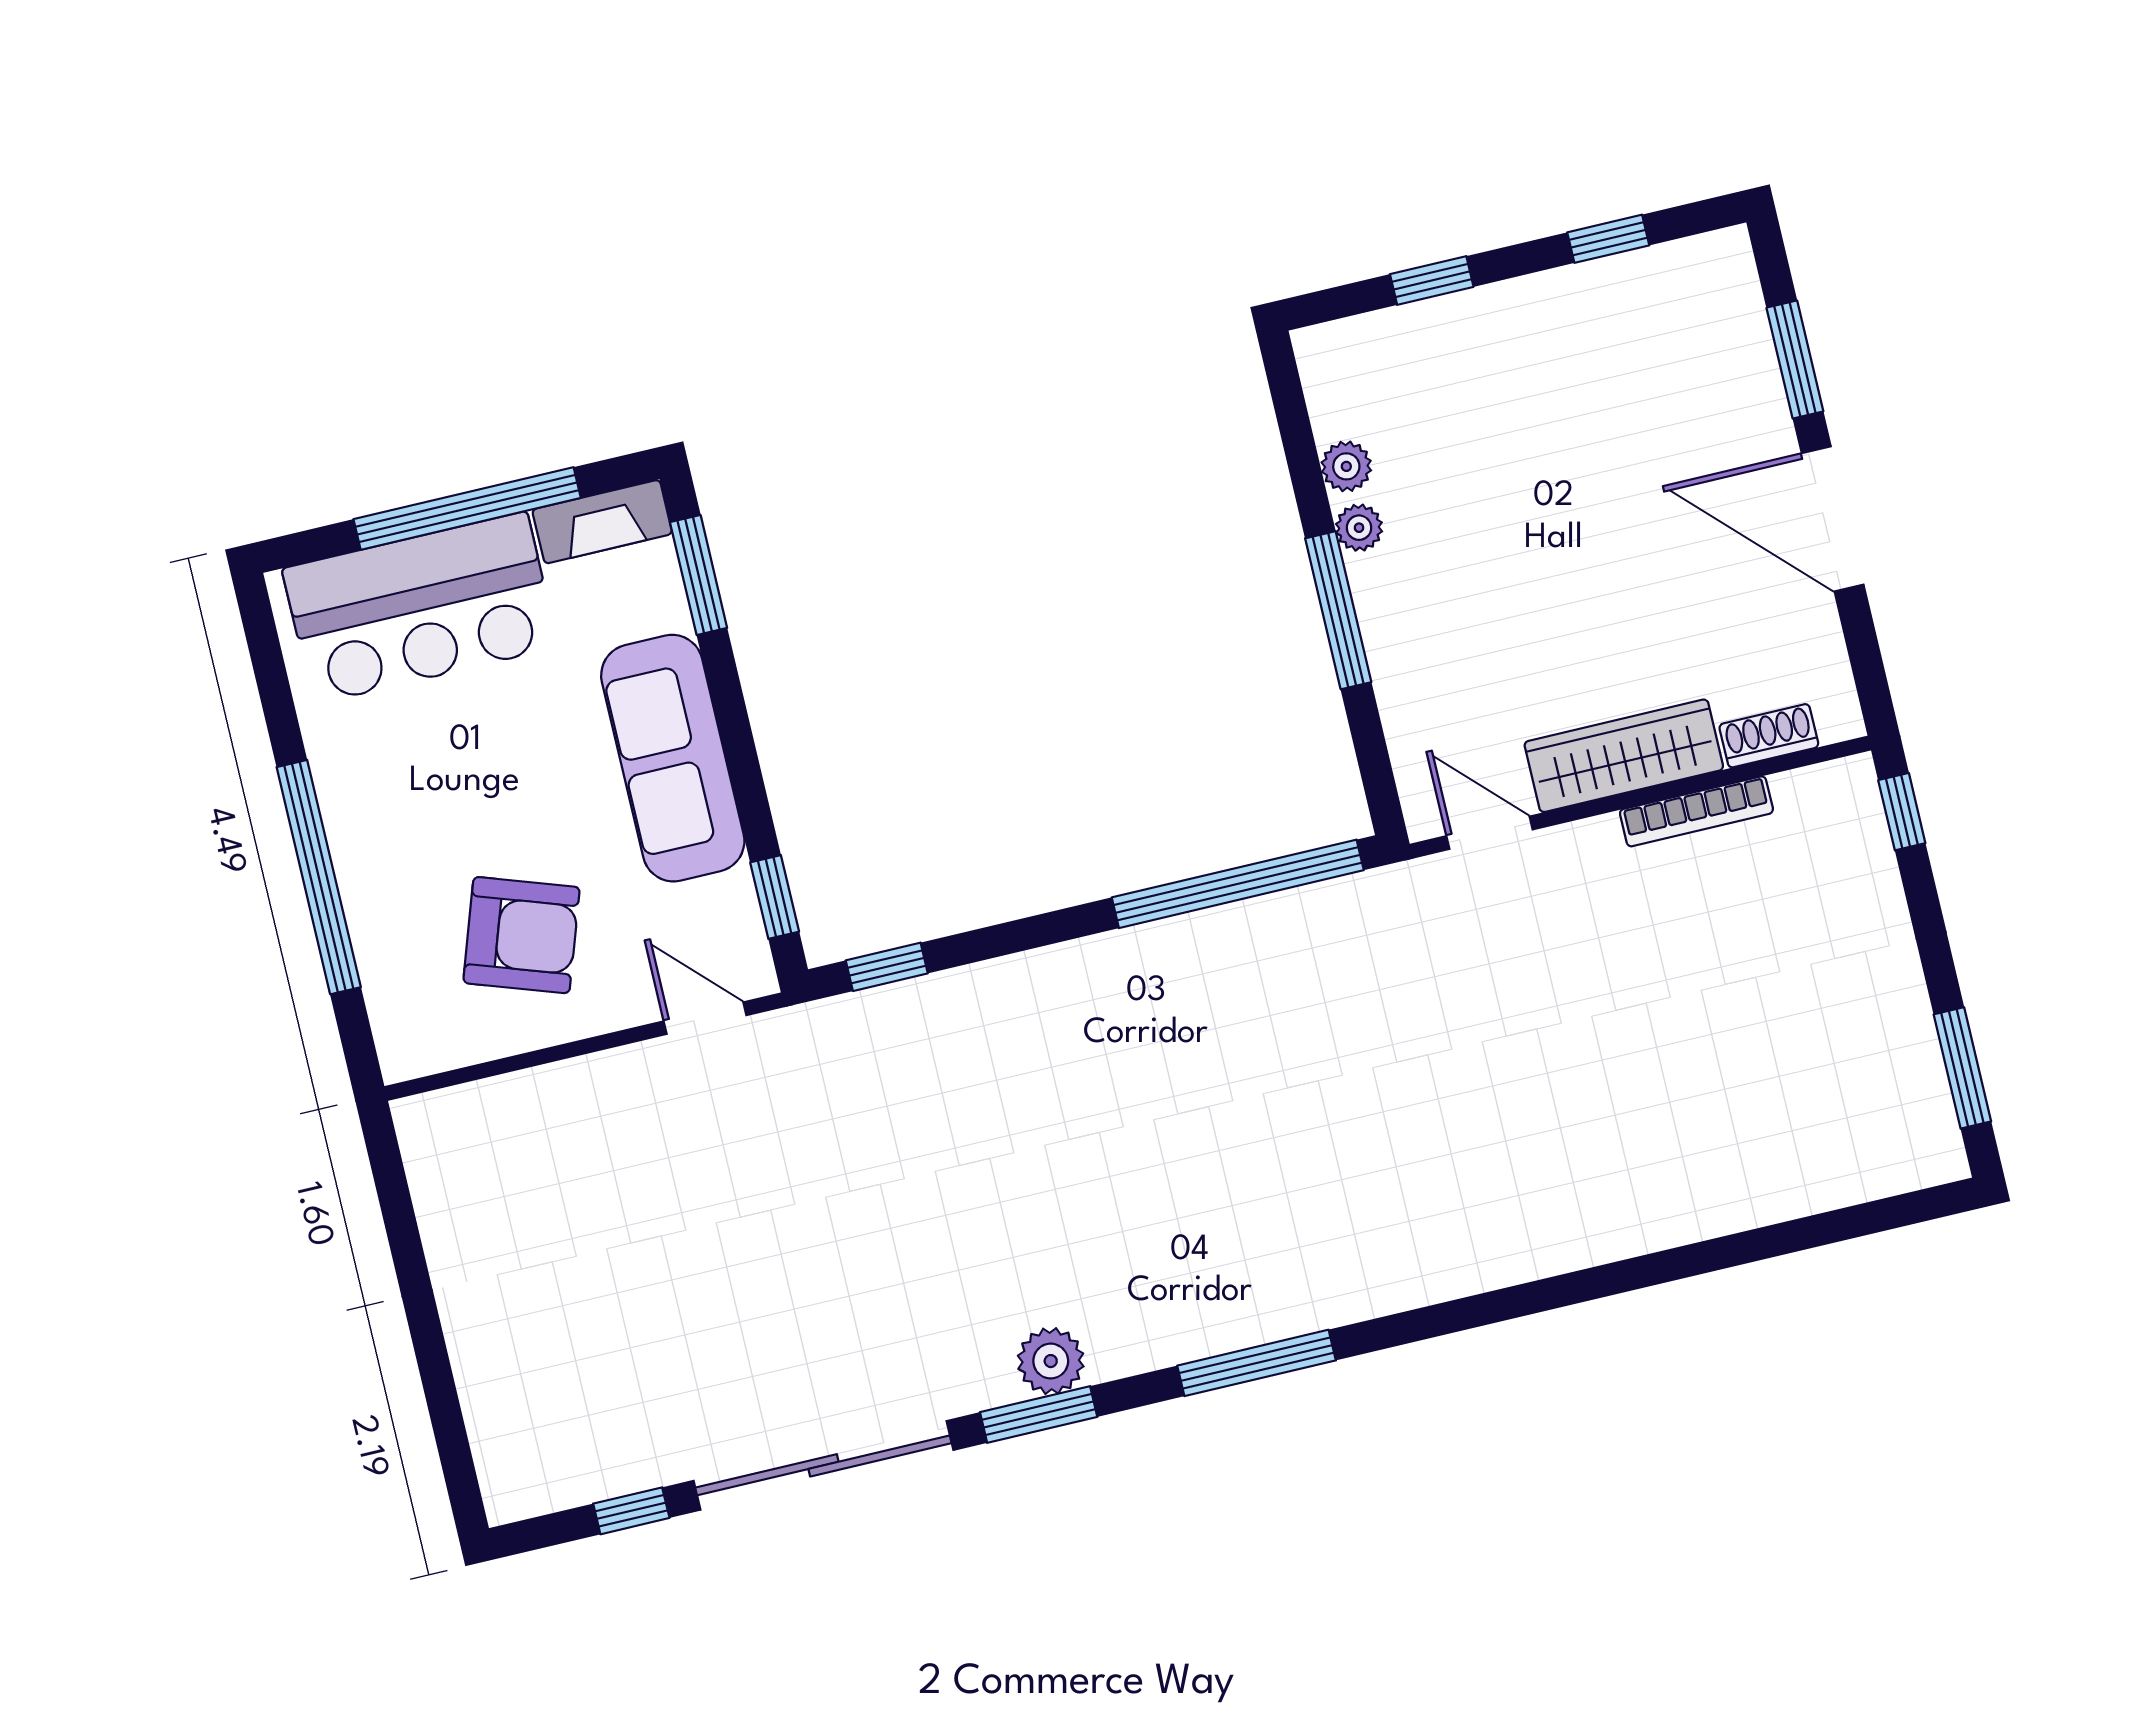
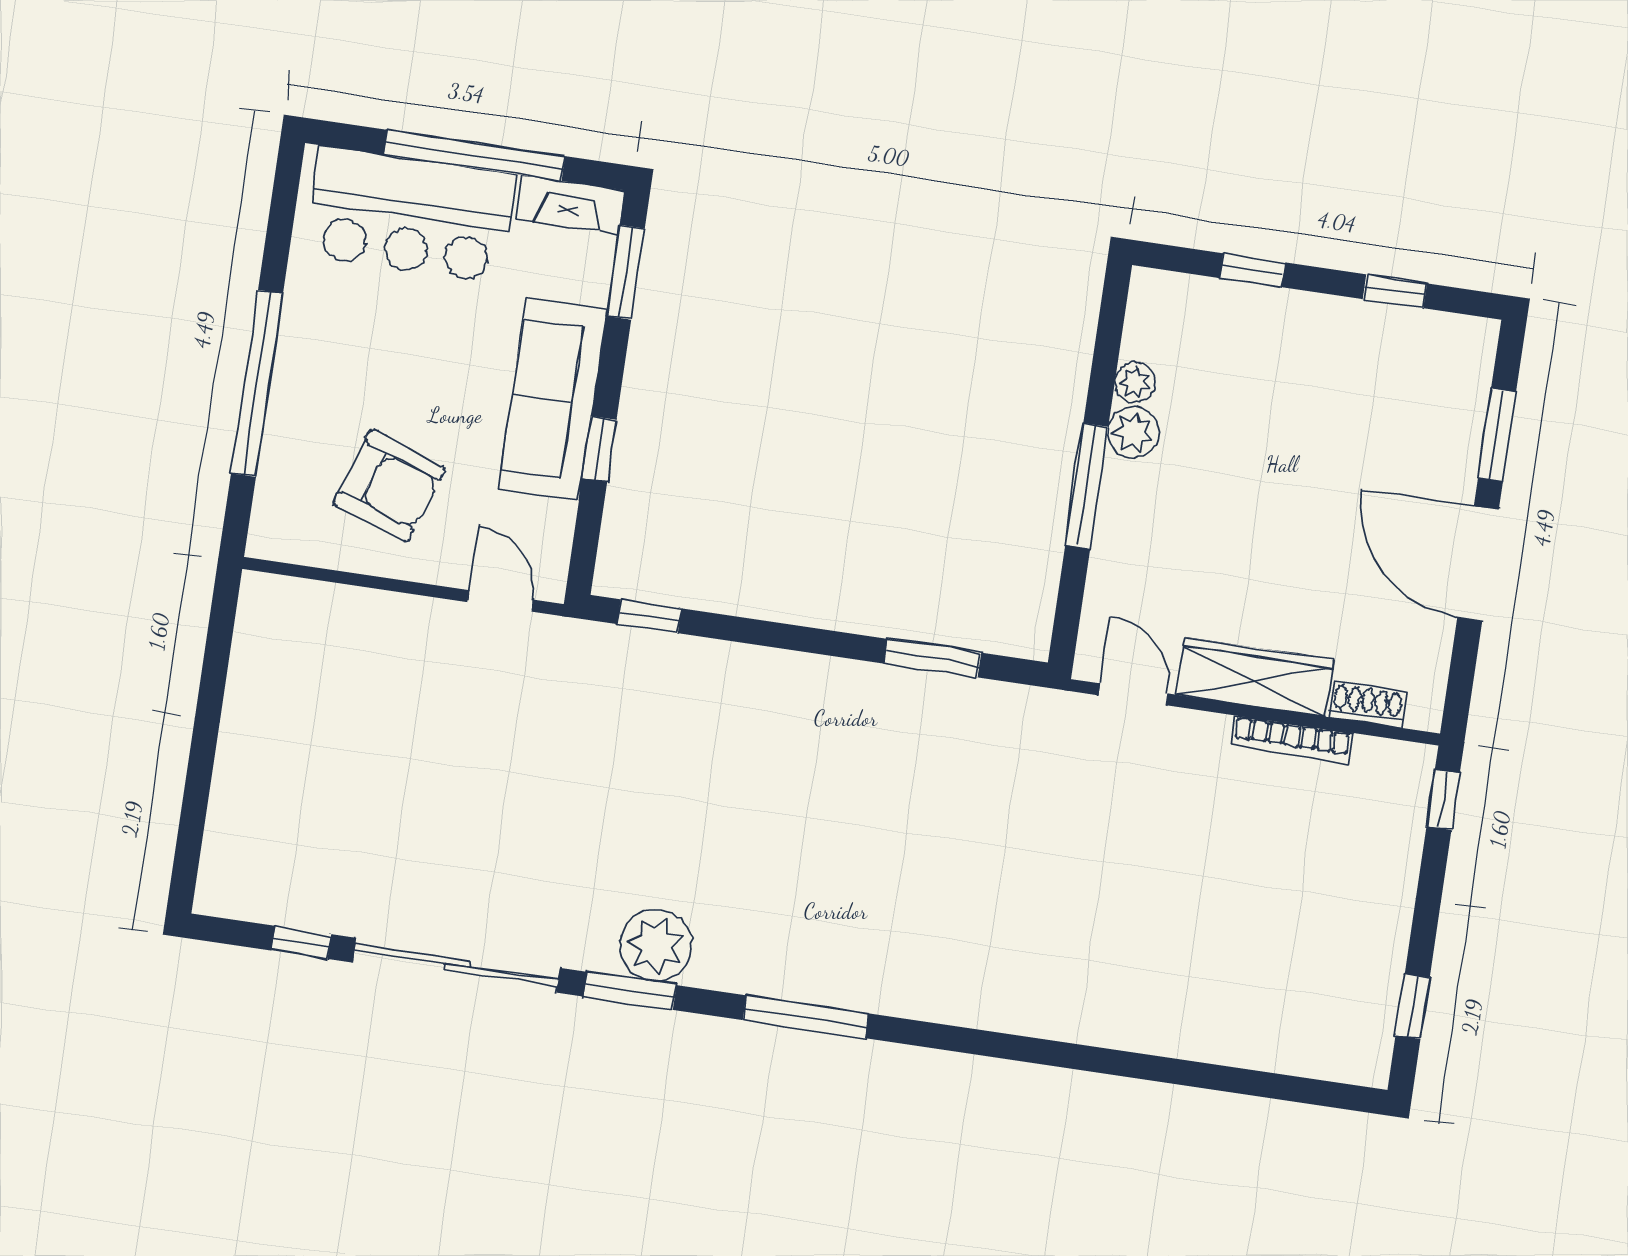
plant: (1359, 528) -> (1133, 432), width x1.38, depth x1.38
window: (1238, 884) -> (932, 658), width x0.47
window: (775, 897) -> (599, 449), moved
window: (1962, 1068) -> (1413, 1006), width x0.67
plant: (1051, 1361) -> (656, 945), width x1.36, depth x1.36

